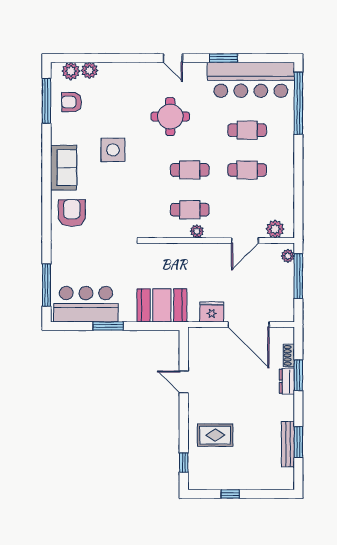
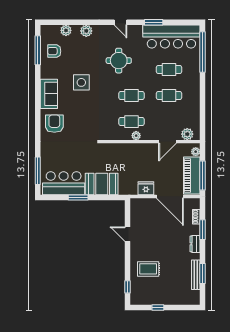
plant: (71, 71) -> (86, 31), moved
window: (298, 276) -> (203, 176), moved
piano: (282, 292) -> (192, 175), added
booth: (162, 305) -> (102, 184), moved
dresser: (287, 381) -> (195, 244), moved

